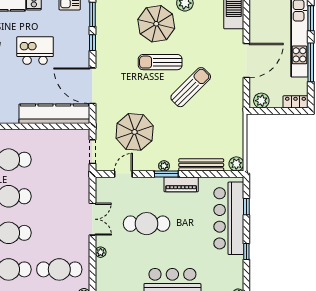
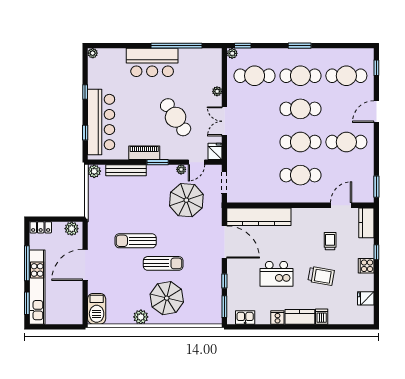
sun lounger: (191, 87) -> (136, 241), turned 45
plant: (164, 166) -> (181, 169), moved
fridge: (103, 186) -> (215, 151), added
cafe table: (147, 224) -> (176, 117), turned 56

